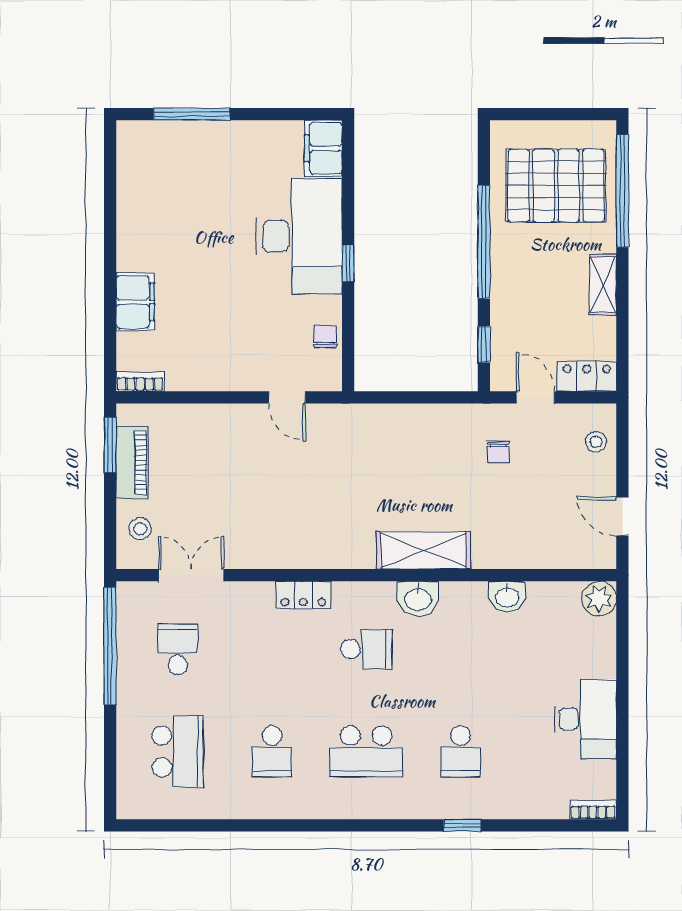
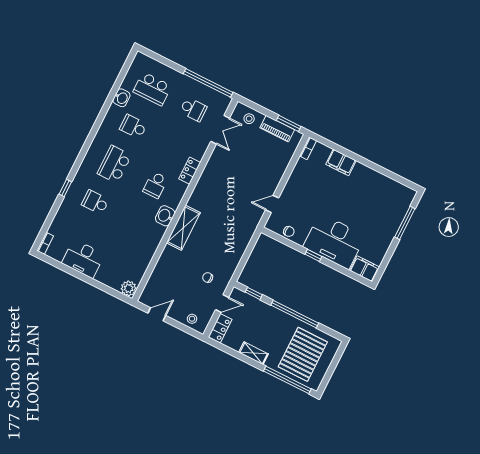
washbasin: (507, 597) -> (121, 98), moved, turned 180

